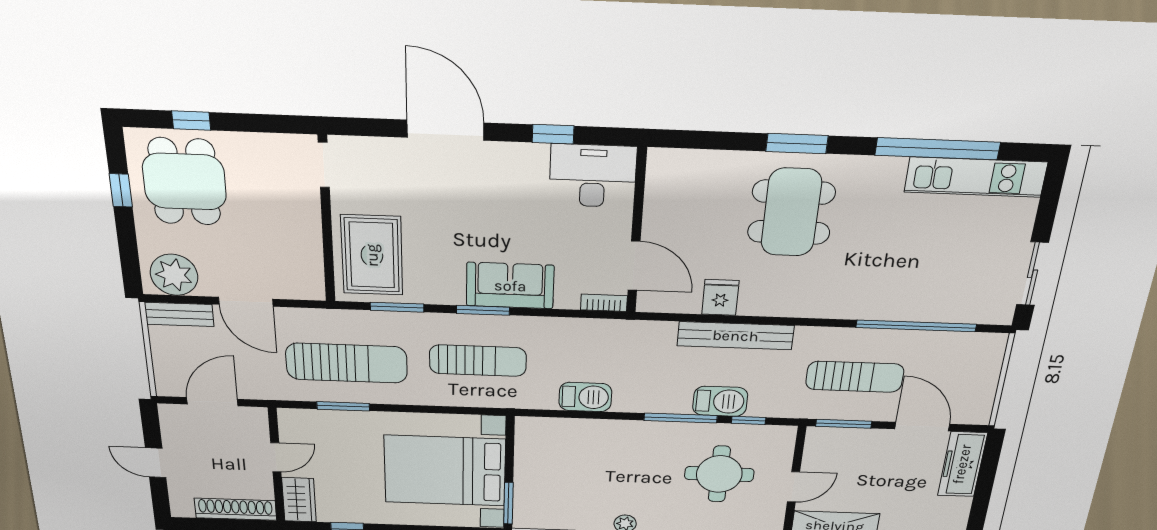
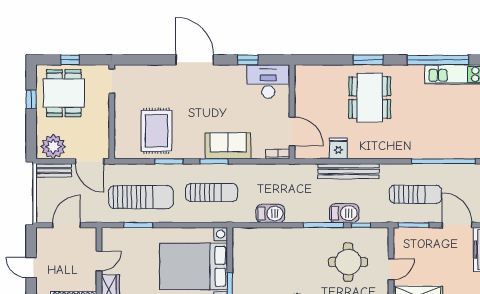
doorway: (324, 165) -> (112, 81), moved
wall: (327, 220) -> (112, 112), moved

